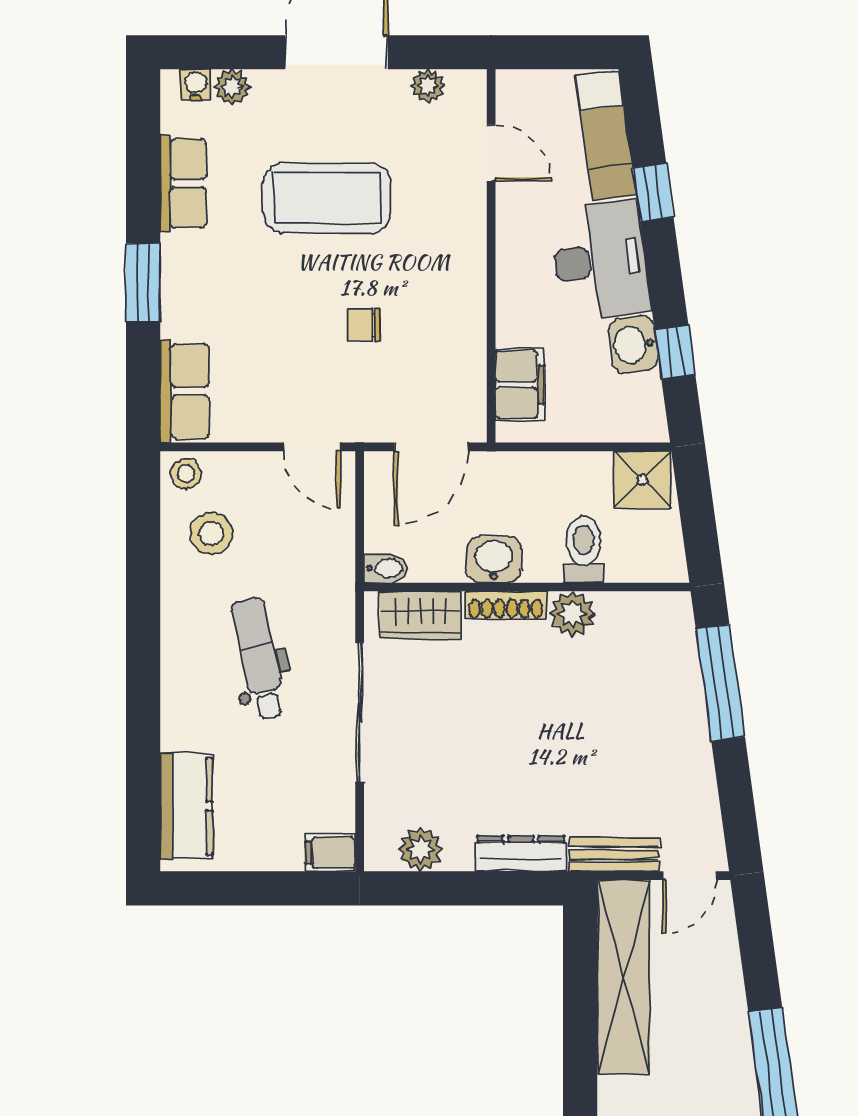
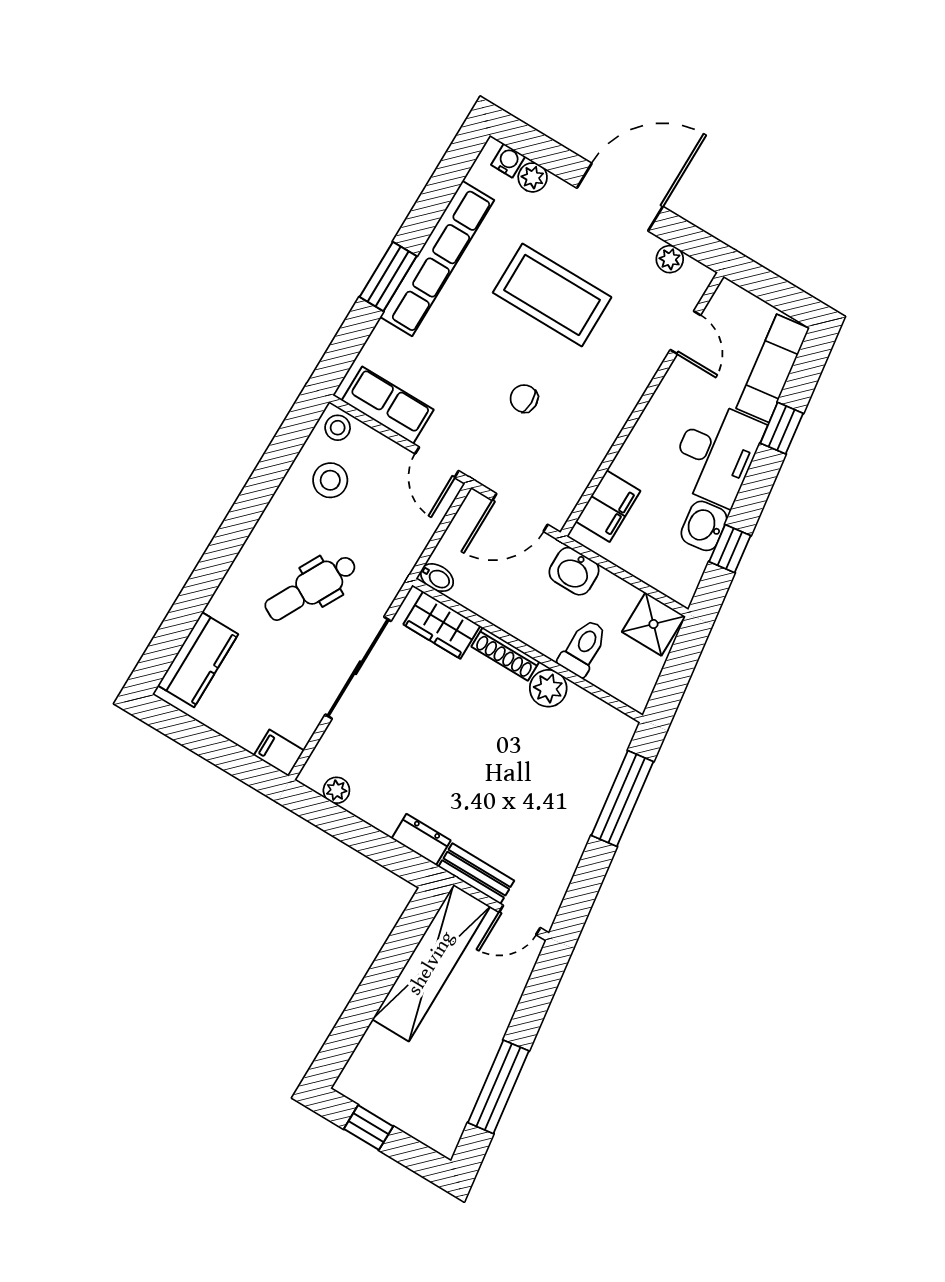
row of seats: (183, 183) -> (437, 258), width x2.02
row of seats: (185, 391) -> (388, 405), moved, turned -90
washbasin: (494, 559) -> (574, 571), moved, turned 180
dental chair: (259, 659) -> (311, 588), turned -140
plant: (421, 849) -> (336, 790), width x0.73, depth x0.73
dresser: (521, 854) -> (421, 840), width x0.70

